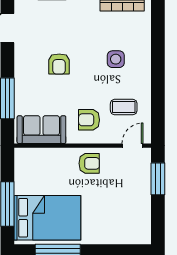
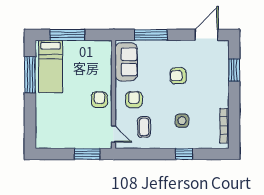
window: (158, 57) -> (184, 154), added
armchair: (89, 163) -> (99, 100), turned 180
bed: (47, 218) -> (50, 67), width x0.67

